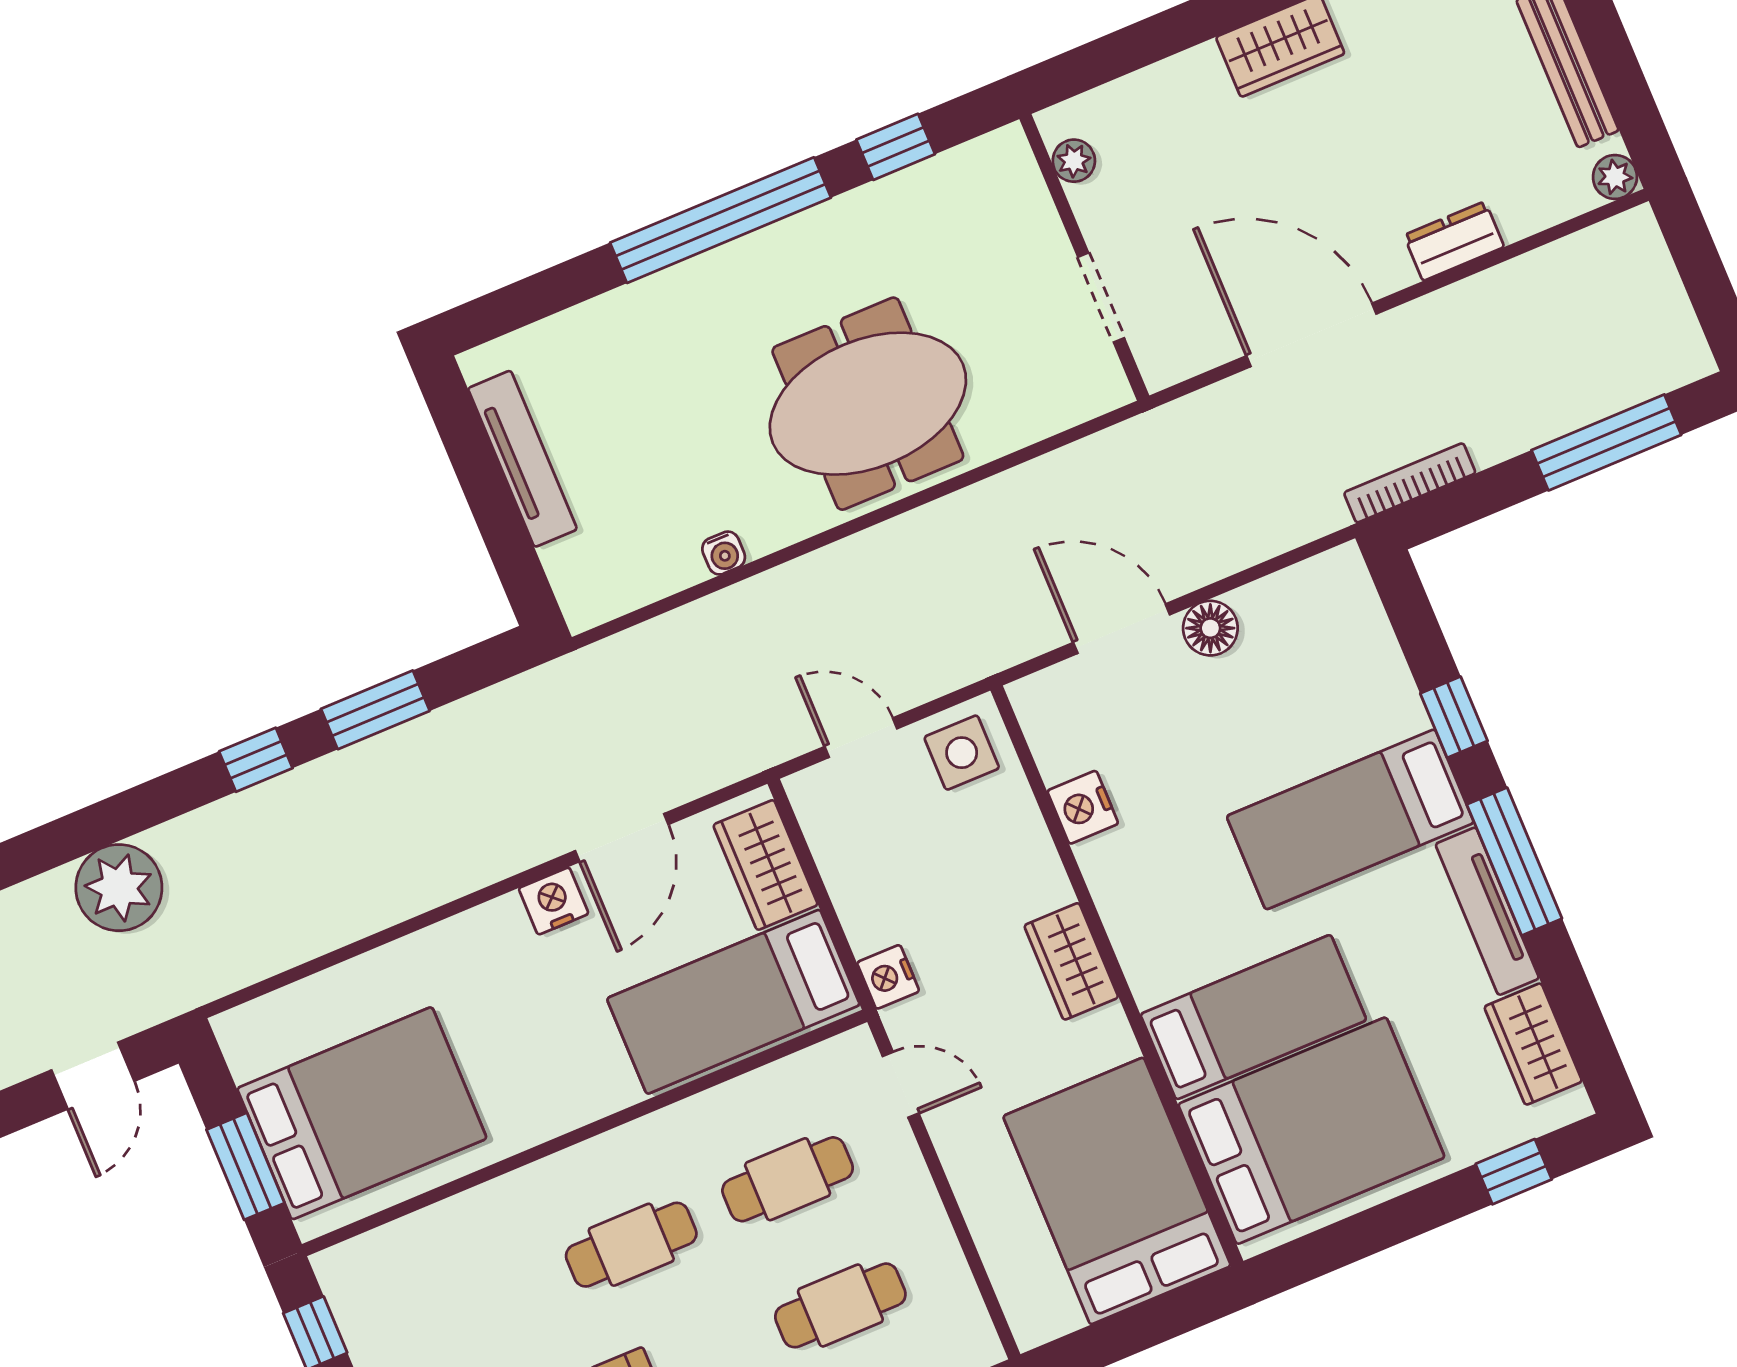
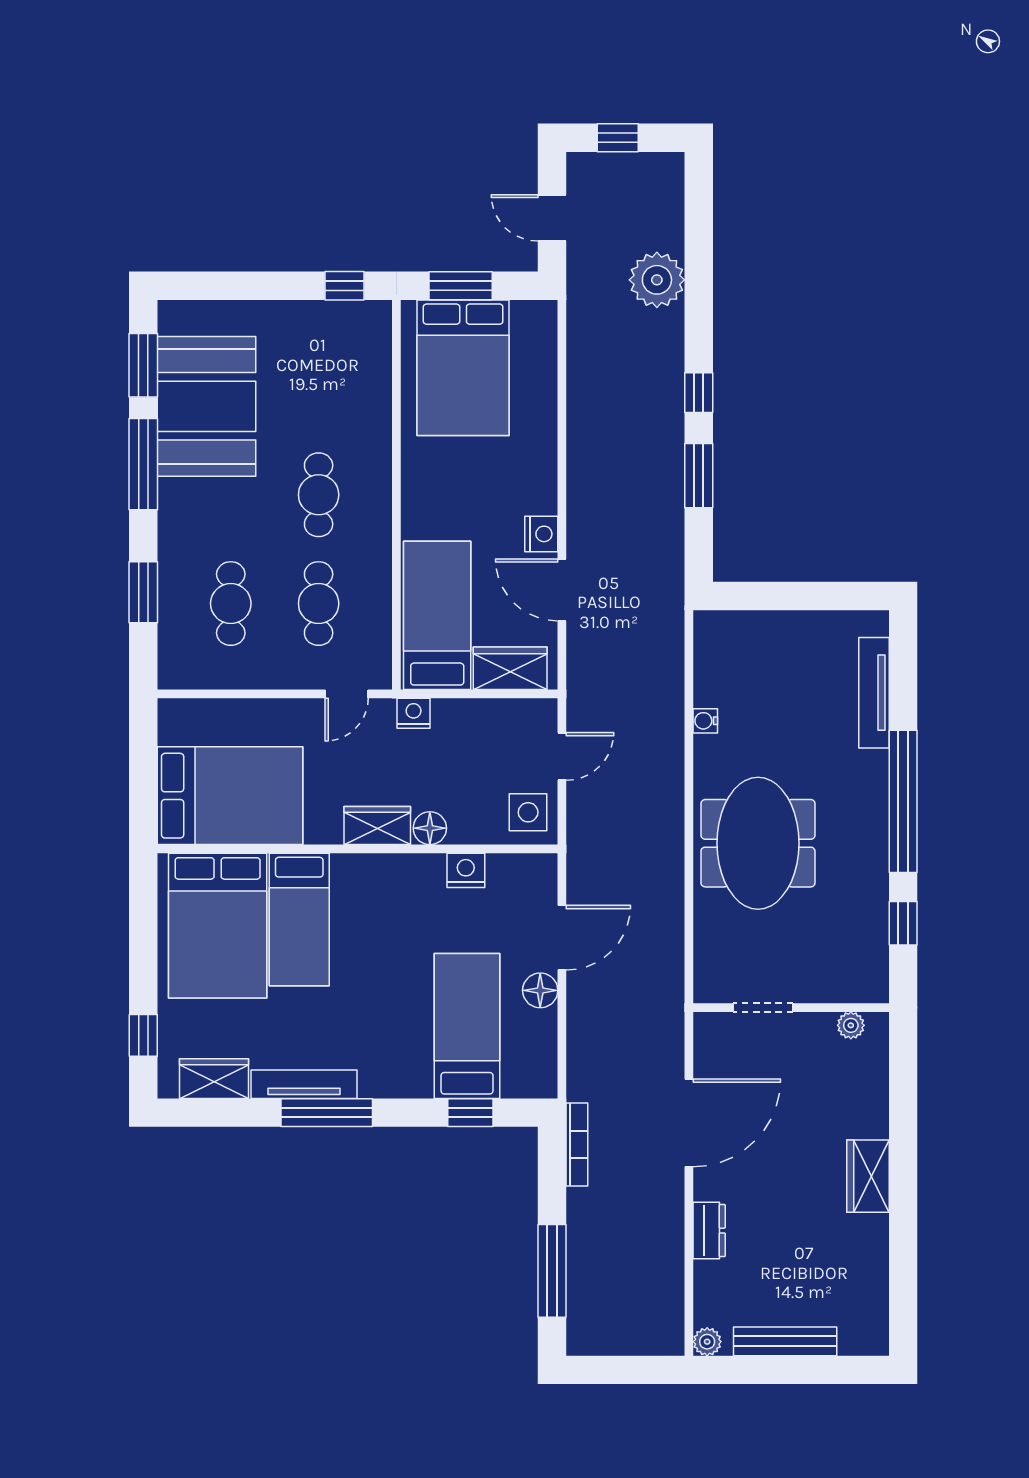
tv unit: (522, 459) -> (874, 693), moved, turned 90
window: (1454, 717) -> (470, 1113), moved
bed: (1350, 819) -> (467, 1026), moved
floor lamp: (1044, 884) -> (430, 828), added

